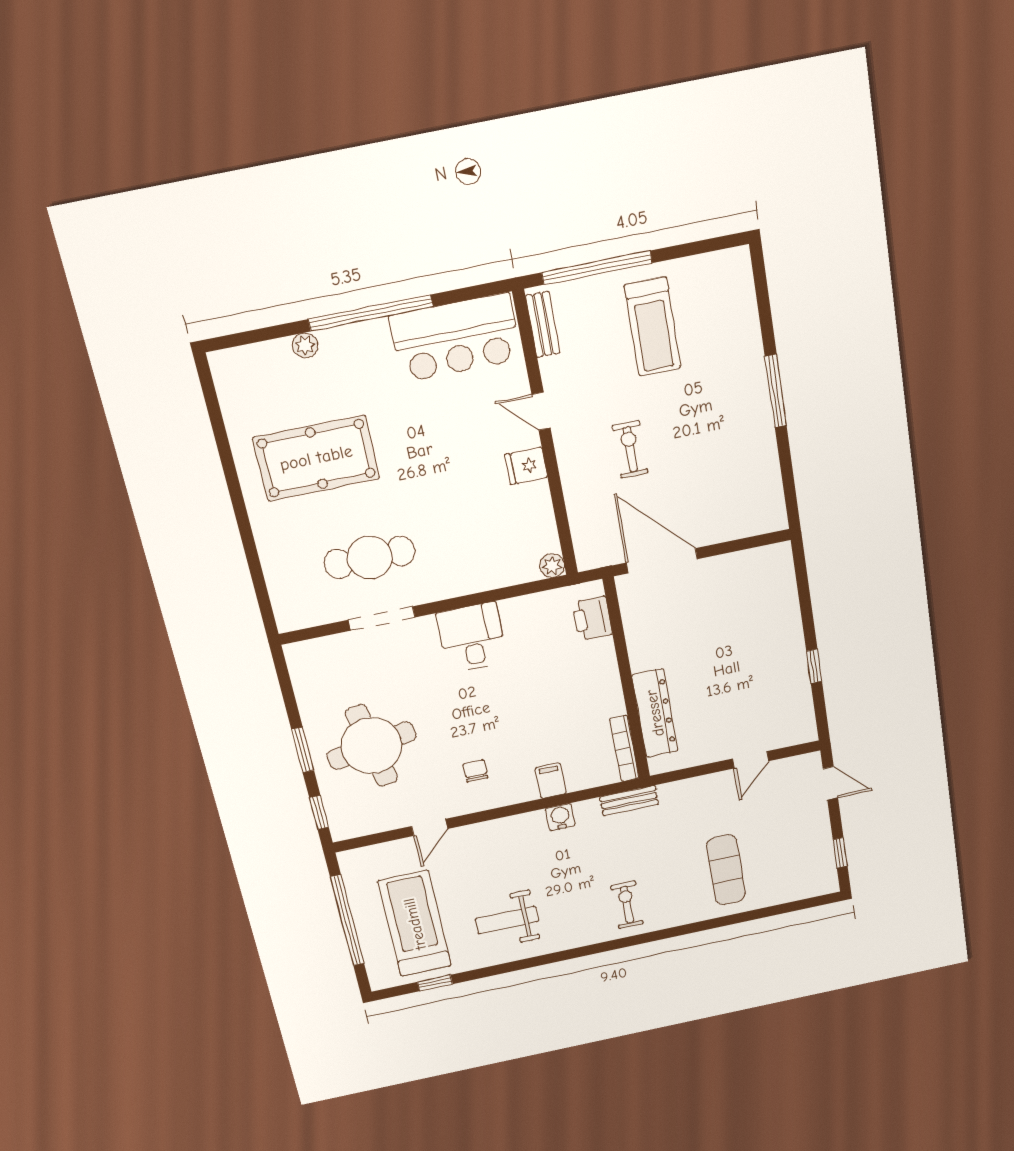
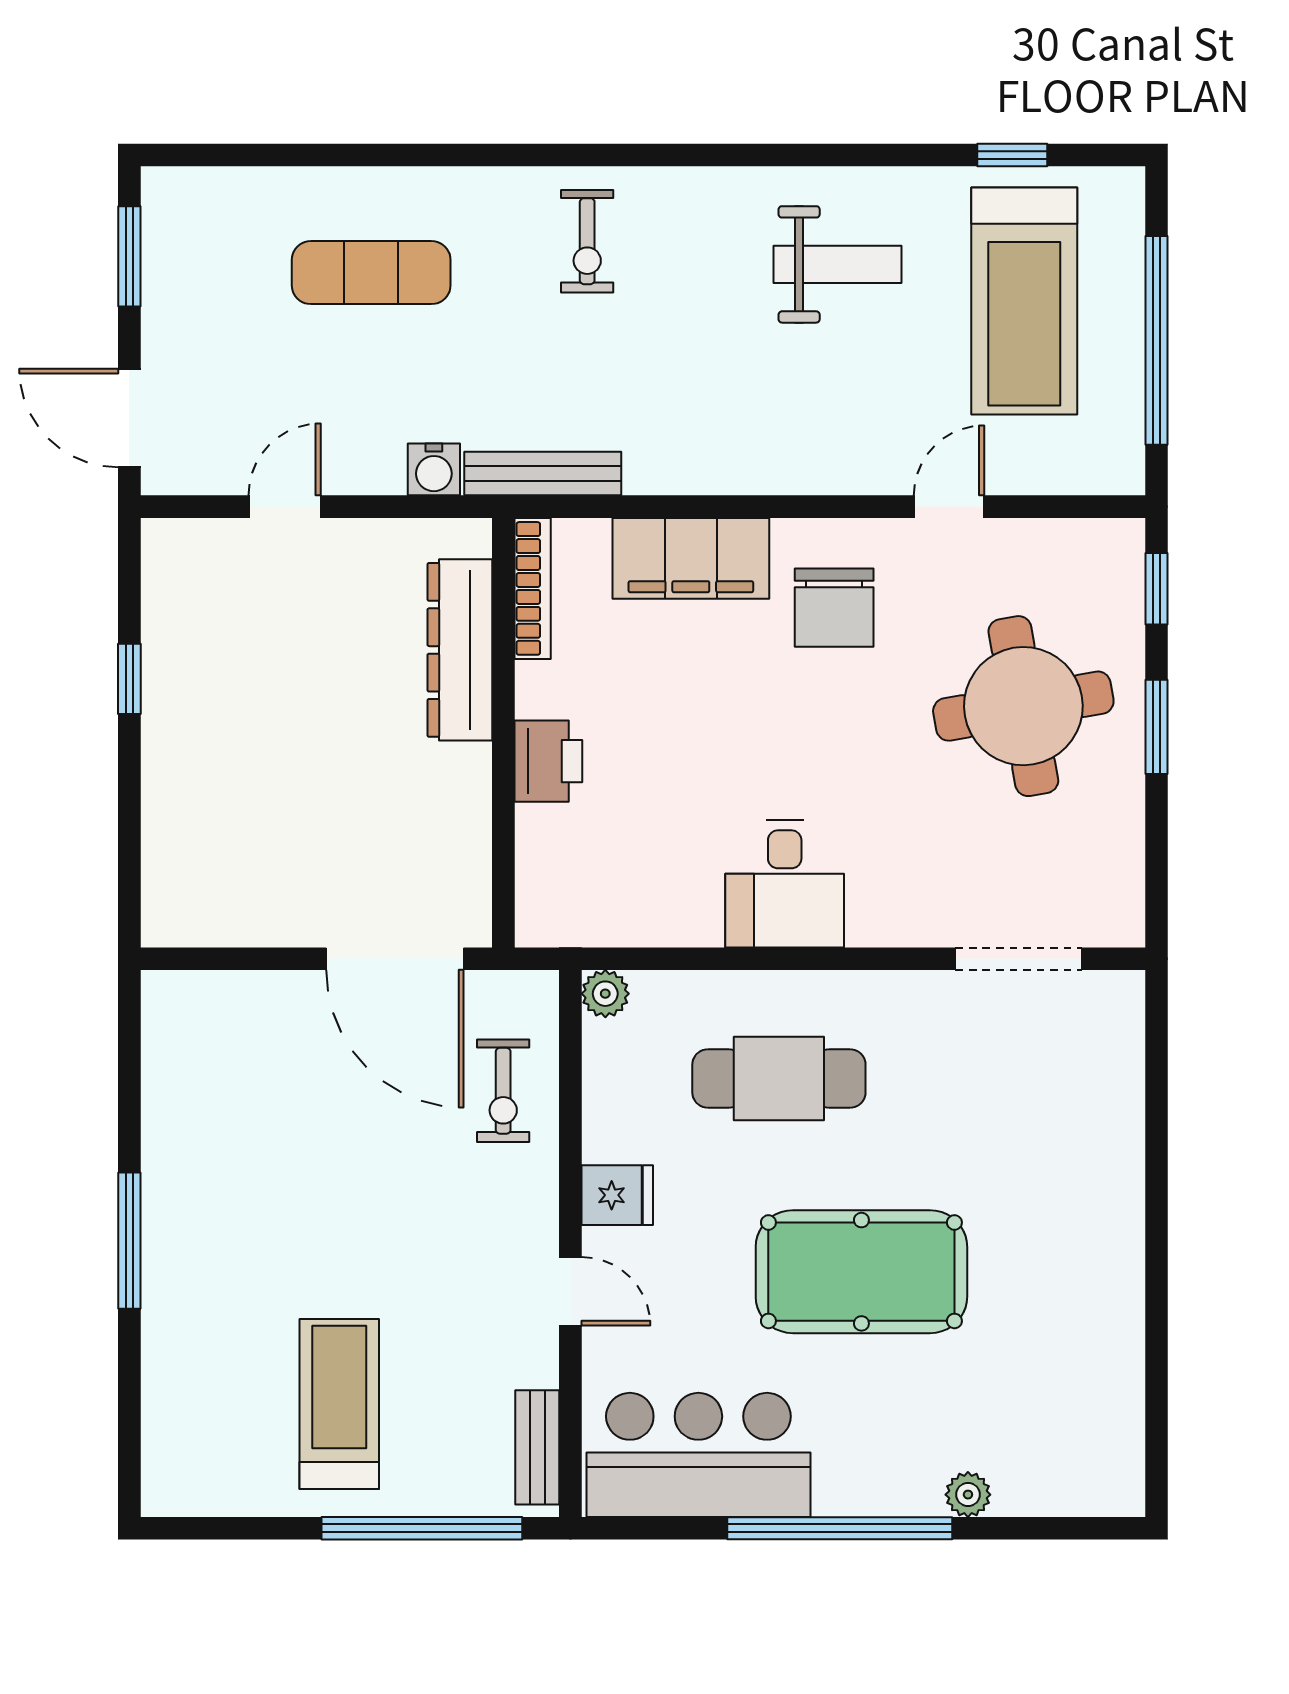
exercise bike: (630, 449) -> (503, 1091), moved
pool table: (316, 458) -> (861, 1272), moved
cafe table: (370, 558) -> (779, 1078), moved
printer: (592, 618) -> (548, 761), moved
doorway: (382, 619) -> (1019, 959), moved
chair: (475, 771) -> (834, 608), width x1.87, depth x1.87
filing cabinet: (551, 781) -> (691, 558), width x3.00, depth x1.17
door: (830, 783) -> (129, 418), width x1.38
bench: (629, 801) -> (543, 474), width x1.36
water cooler: (560, 817) -> (434, 469), moved
window: (840, 853) -> (129, 256), width x1.50
exercise mat: (726, 870) -> (371, 273), turned 90

